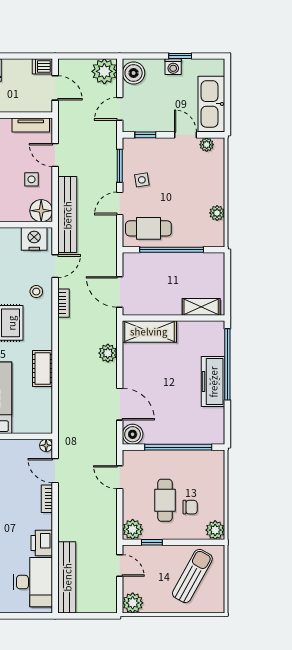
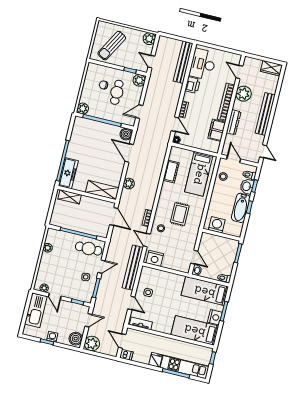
floor lamp: (41, 211) -> (147, 273), removed
door: (55, 266) -> (147, 240), hinge flipped
cot: (43, 368) -> (171, 171), moved
freezer: (213, 382) -> (68, 173), moved
door: (120, 477) -> (139, 112), swing flipped
plant: (215, 530) -> (83, 109), moved

